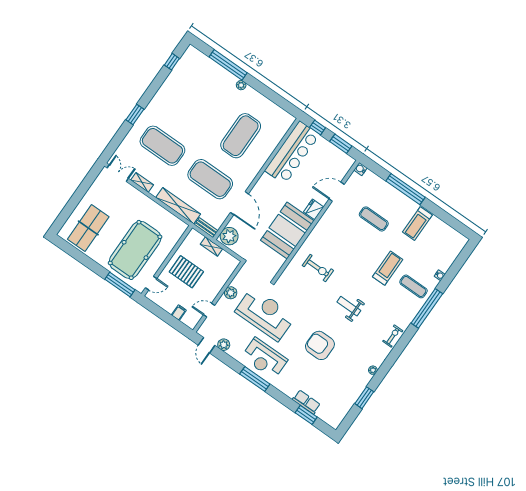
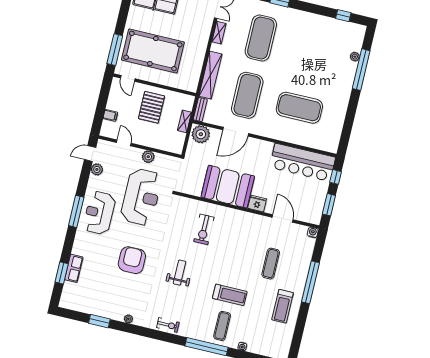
plant: (241, 85) -> (355, 57), moved
treadmill: (417, 224) -> (283, 306), turned -90

